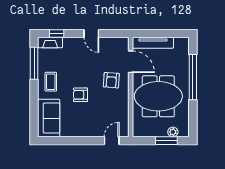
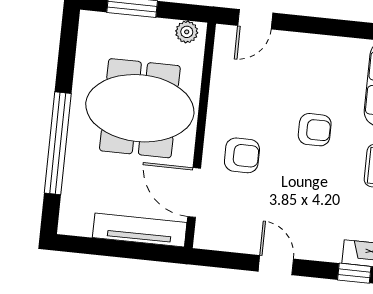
armchair: (111, 80) -> (242, 155), turned 86
plant: (173, 132) -> (187, 32), moved

